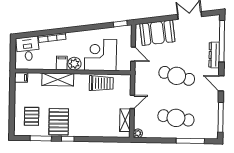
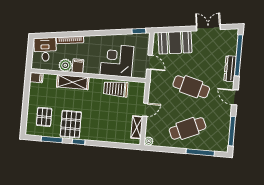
plant: (74, 64) -> (65, 65), moved
trolley: (101, 83) -> (116, 89), turned 180
cafe table: (176, 118) -> (188, 128), turned -33

